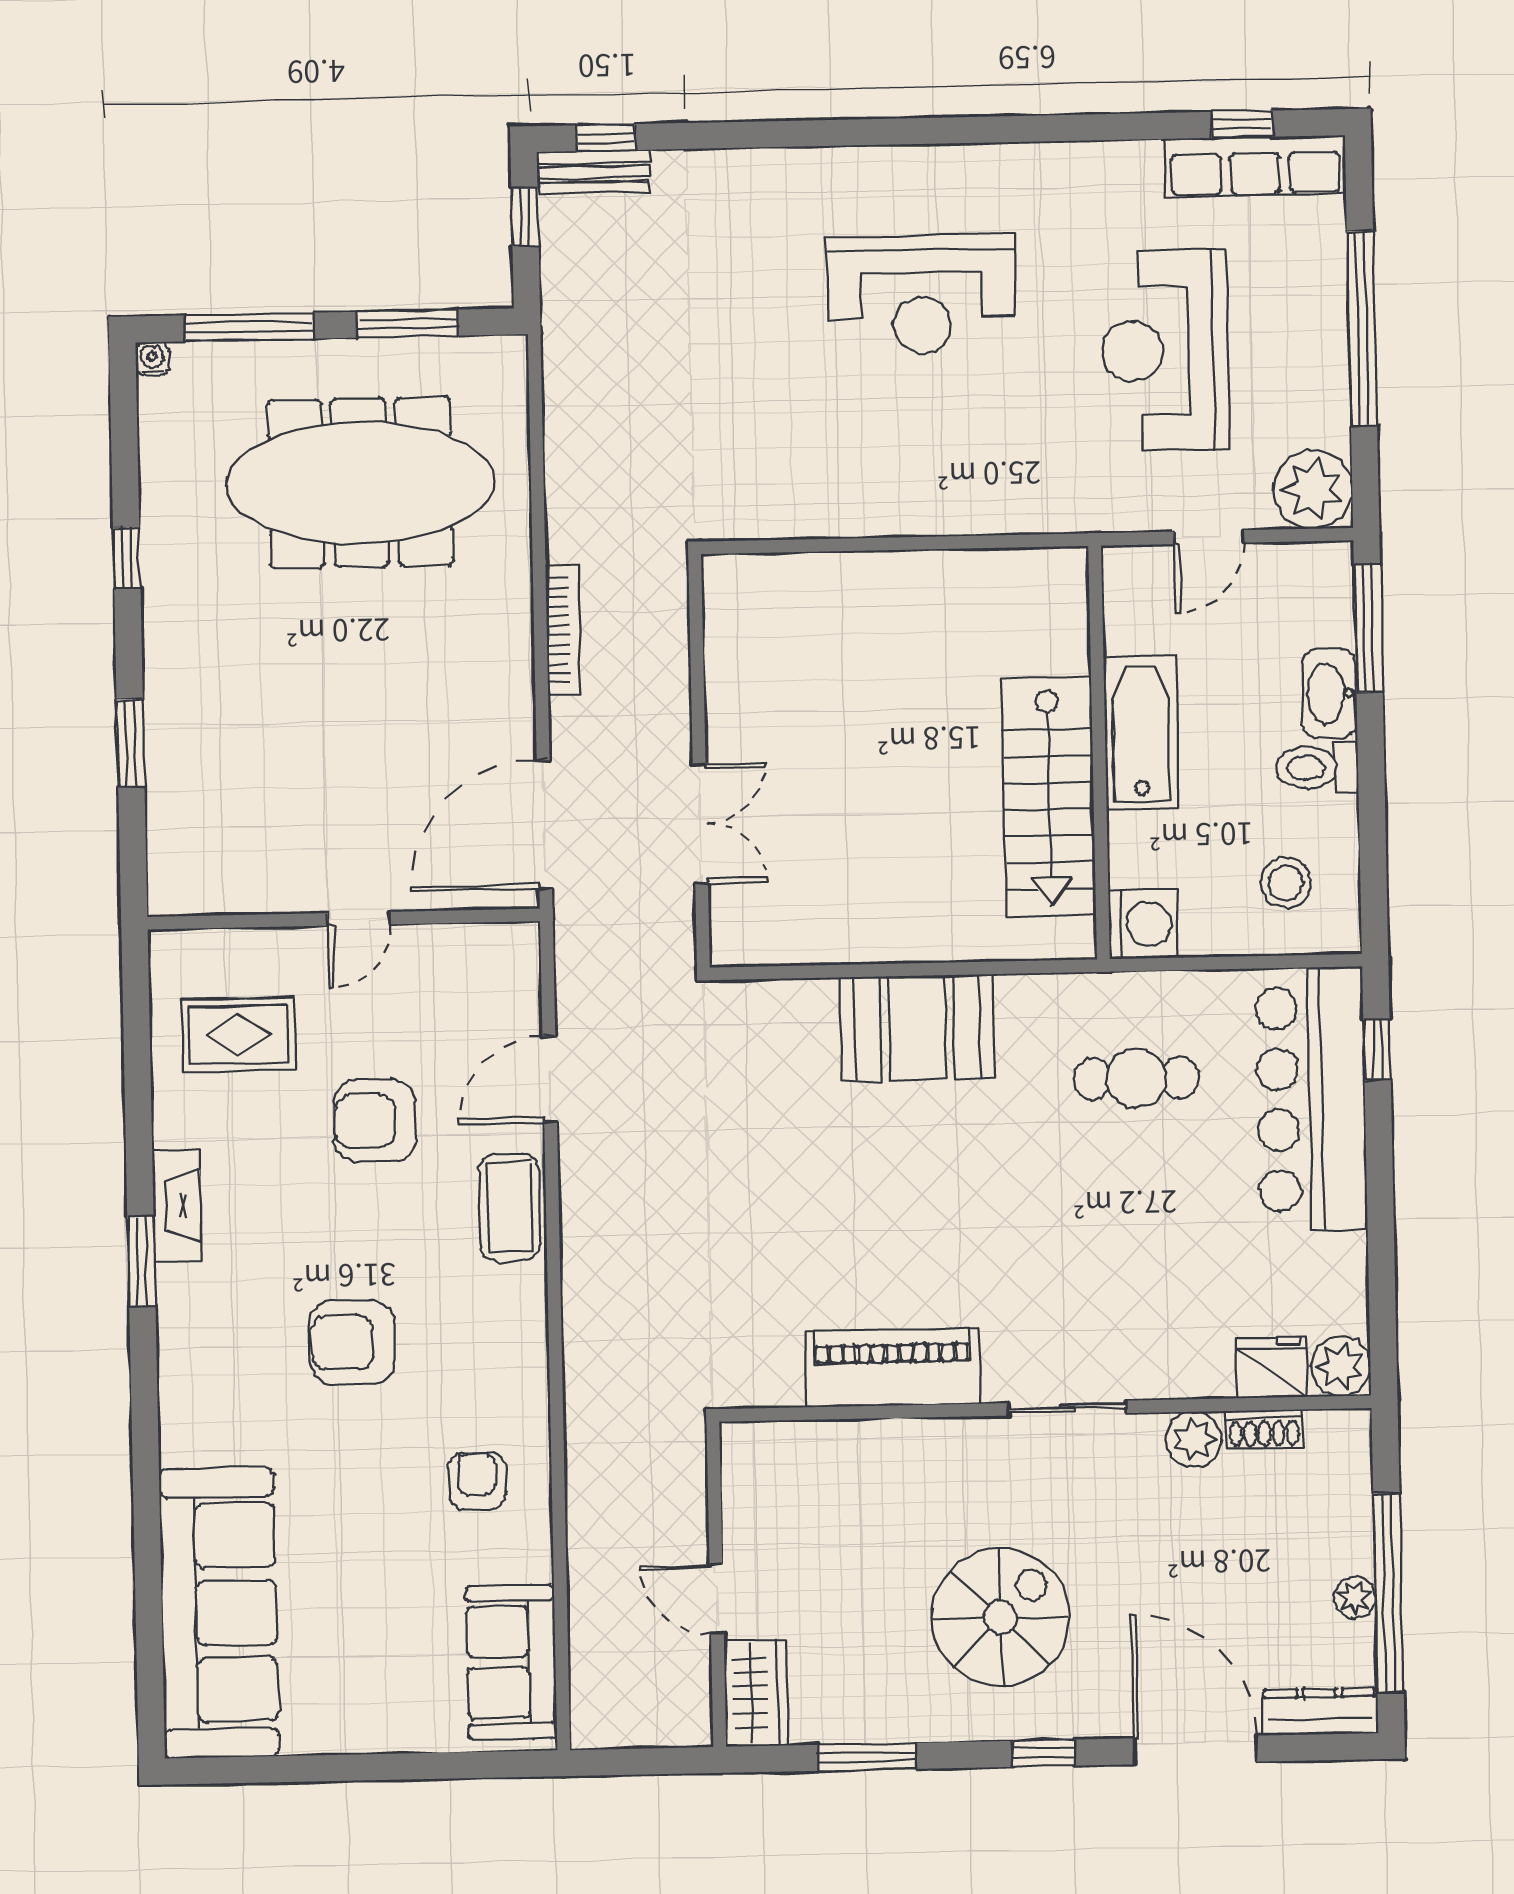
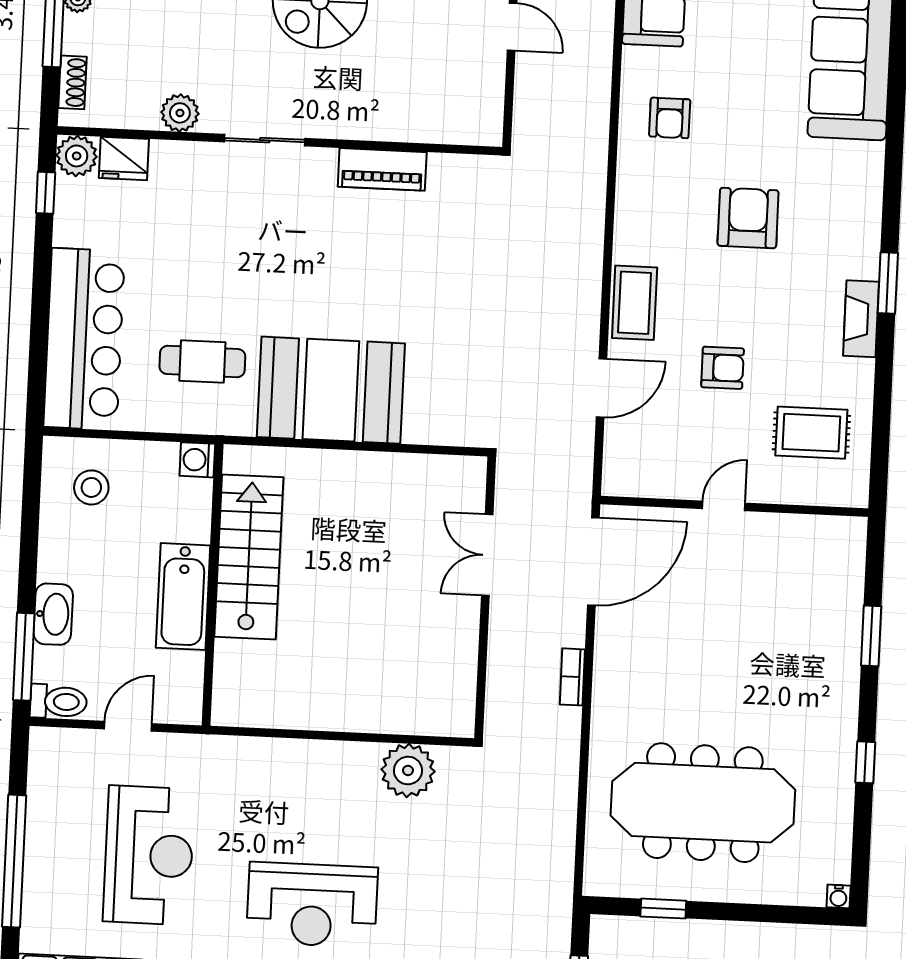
reception desk: (922, 294) -> (312, 905), turned 180
window: (407, 324) -> (663, 909), width x0.67
window: (249, 327) -> (771, 914), removed
plant: (1313, 489) -> (408, 770), moved
bookcase: (563, 630) -> (572, 677), width x0.64
toilet: (1317, 768) -> (58, 702), moved
washing machine: (1143, 924) -> (197, 460), width x0.73, depth x0.73
booth: (917, 1028) -> (331, 390), width x1.36, depth x1.42
window: (1377, 1049) -> (46, 193), moved
armchair: (375, 1121) -> (723, 368), width x0.72, depth x0.72
armchair: (352, 1342) -> (748, 218), turned -90
piano: (892, 1368) -> (382, 169), width x0.73, depth x0.75
shoe rack: (1264, 1429) -> (72, 82), moved, turned 90

